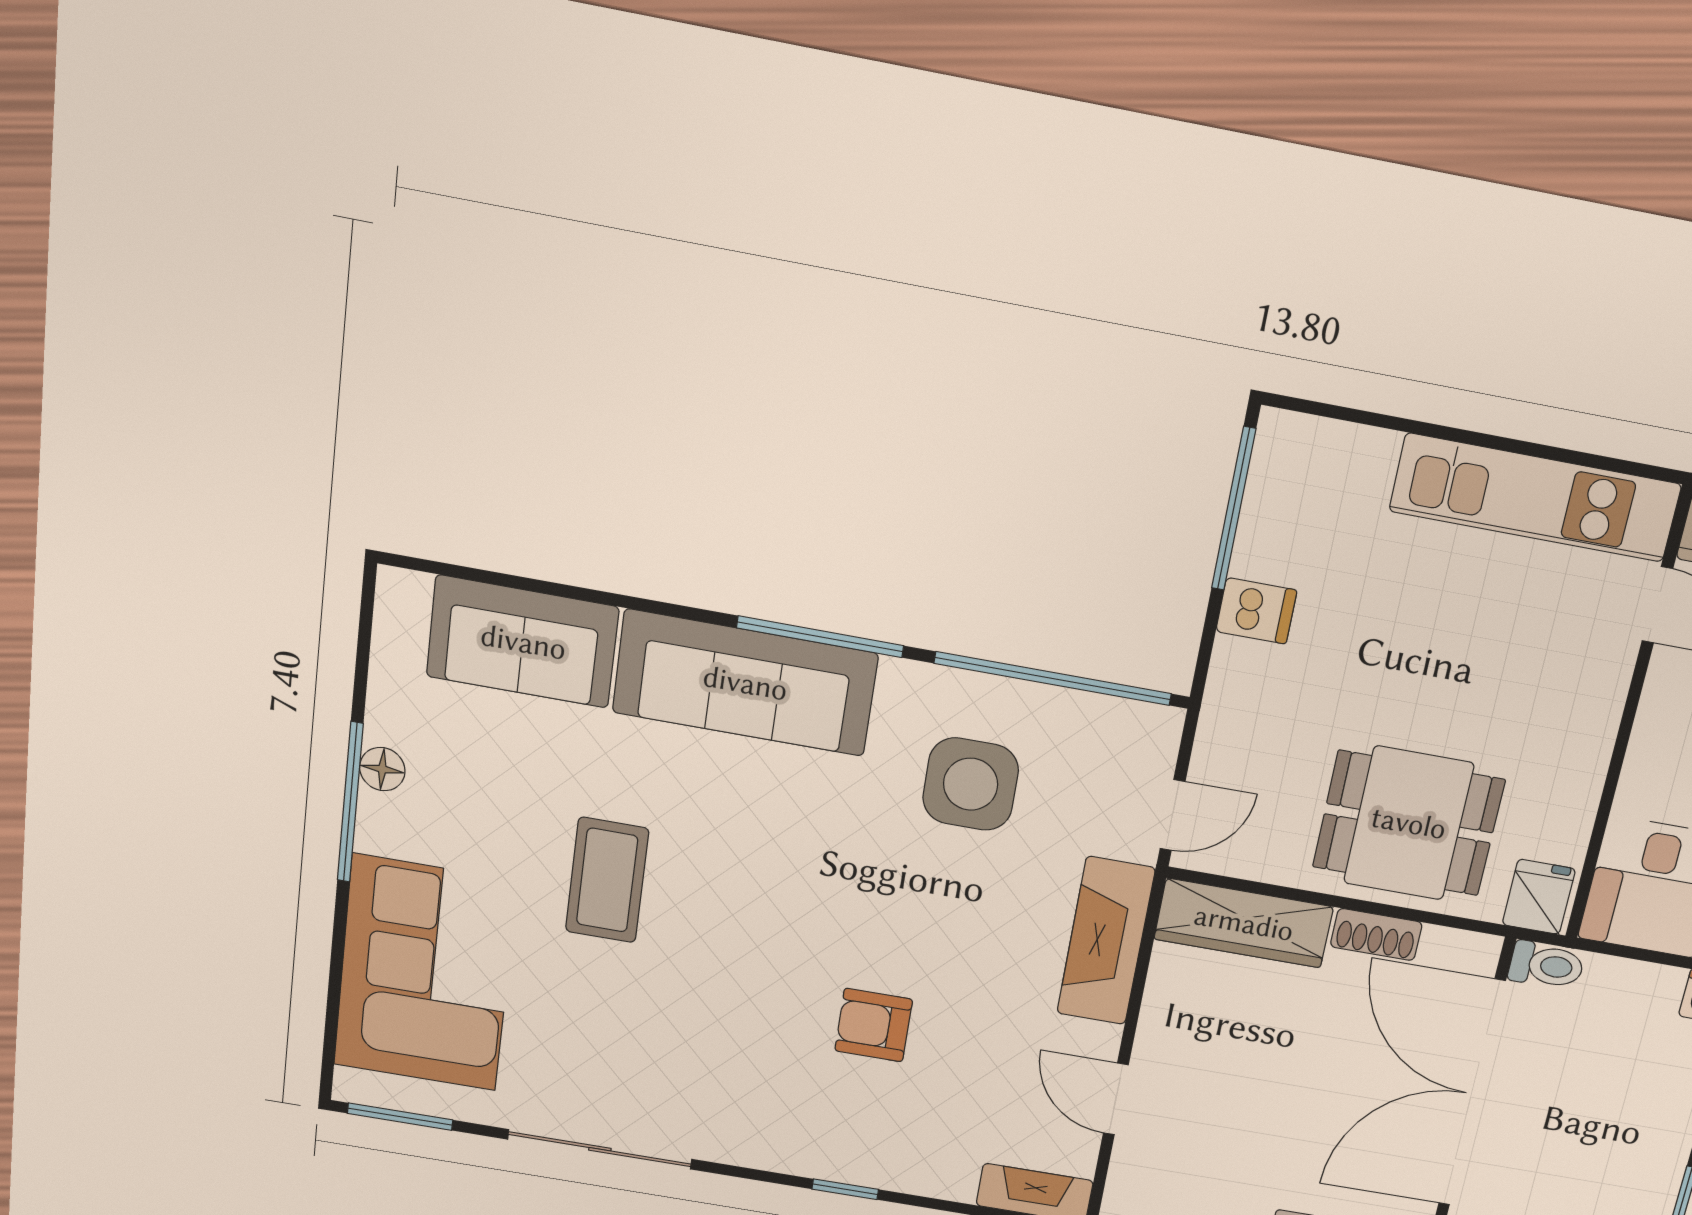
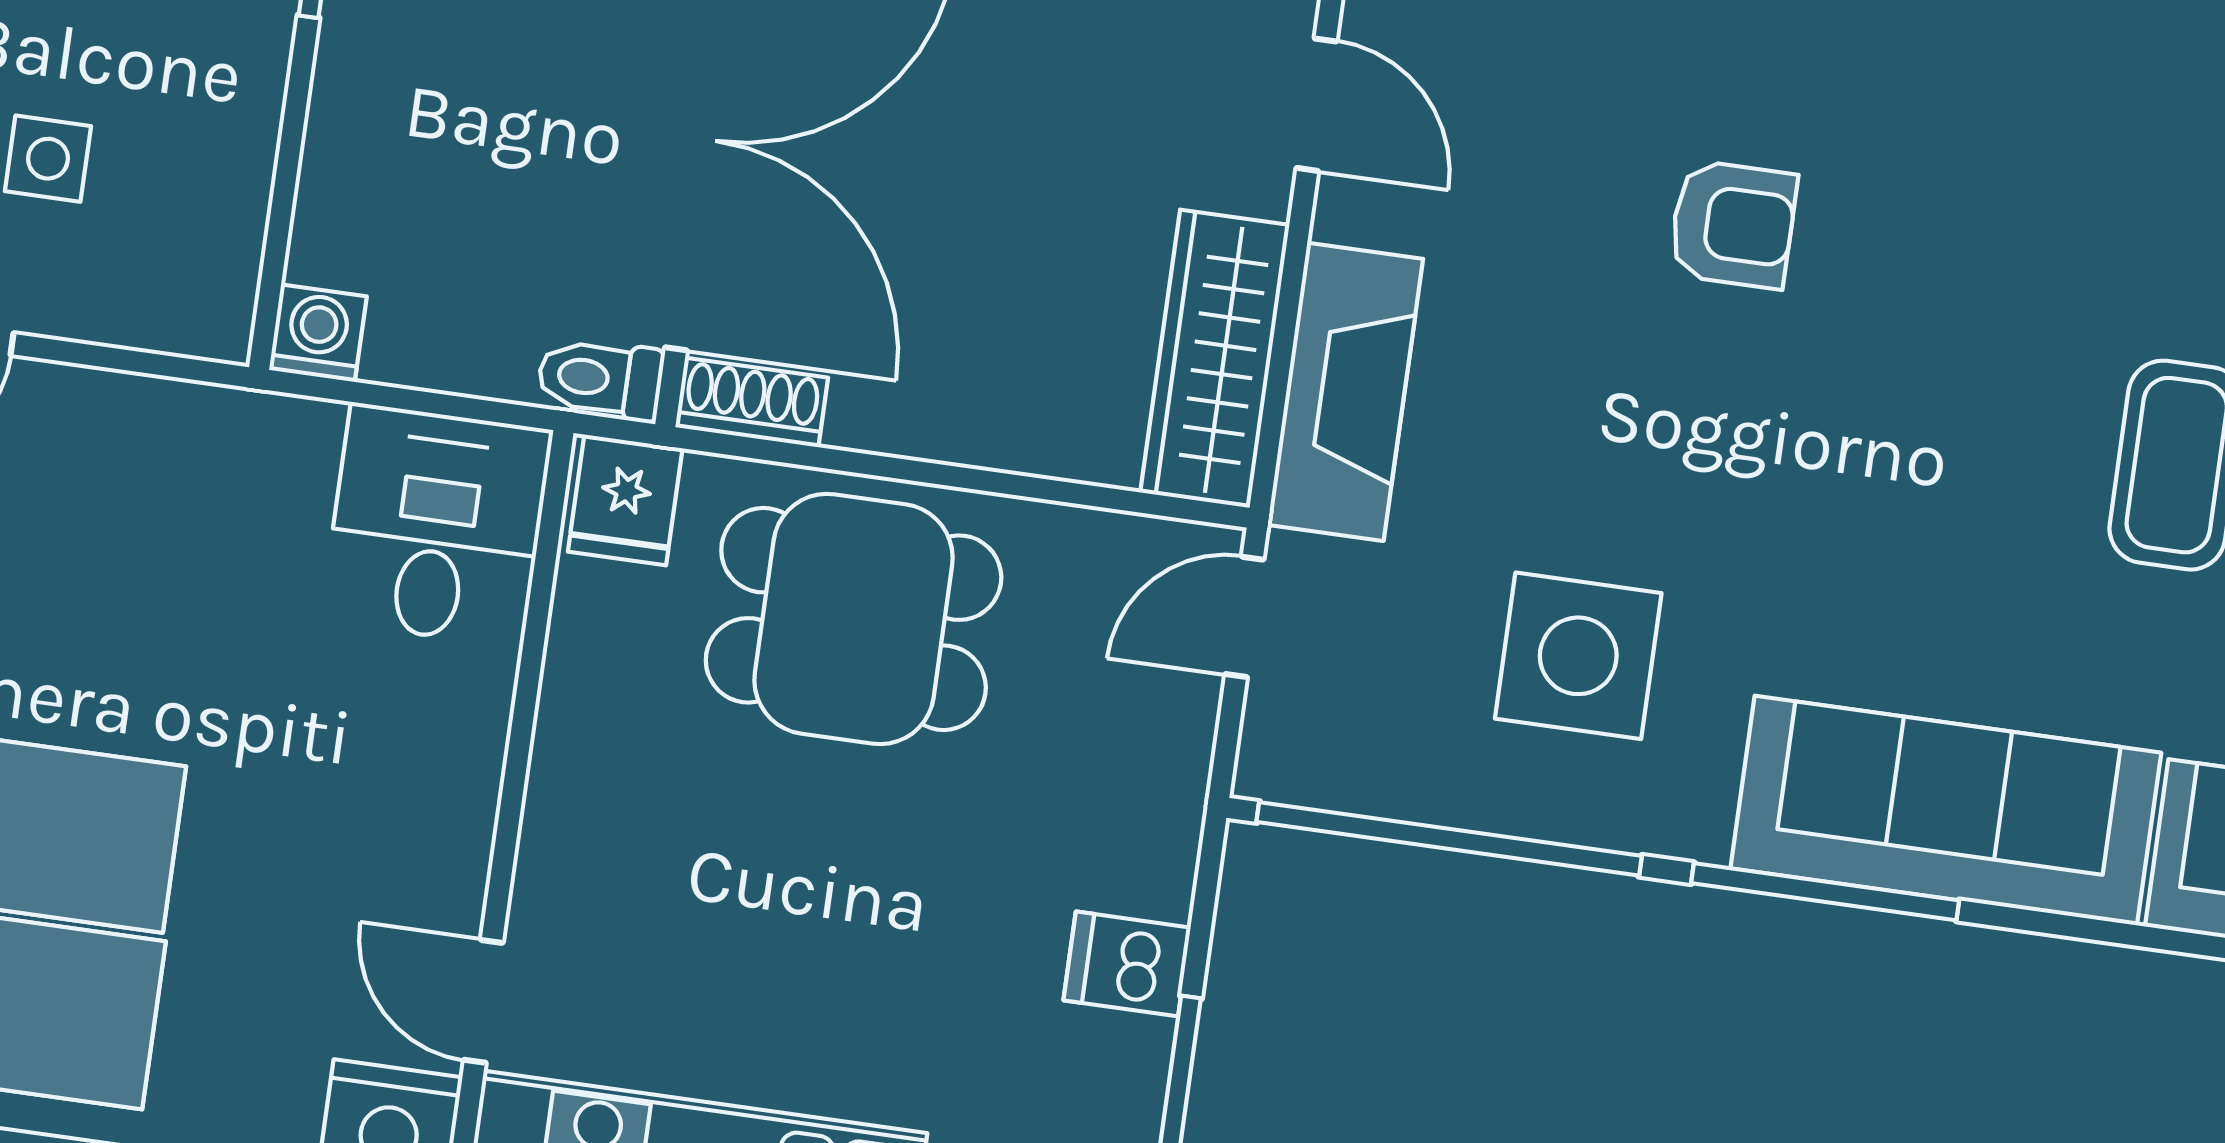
wardrobe: (1244, 923) -> (1215, 359), moved, turned -90
shoe rack: (1376, 934) -> (752, 402), moved

